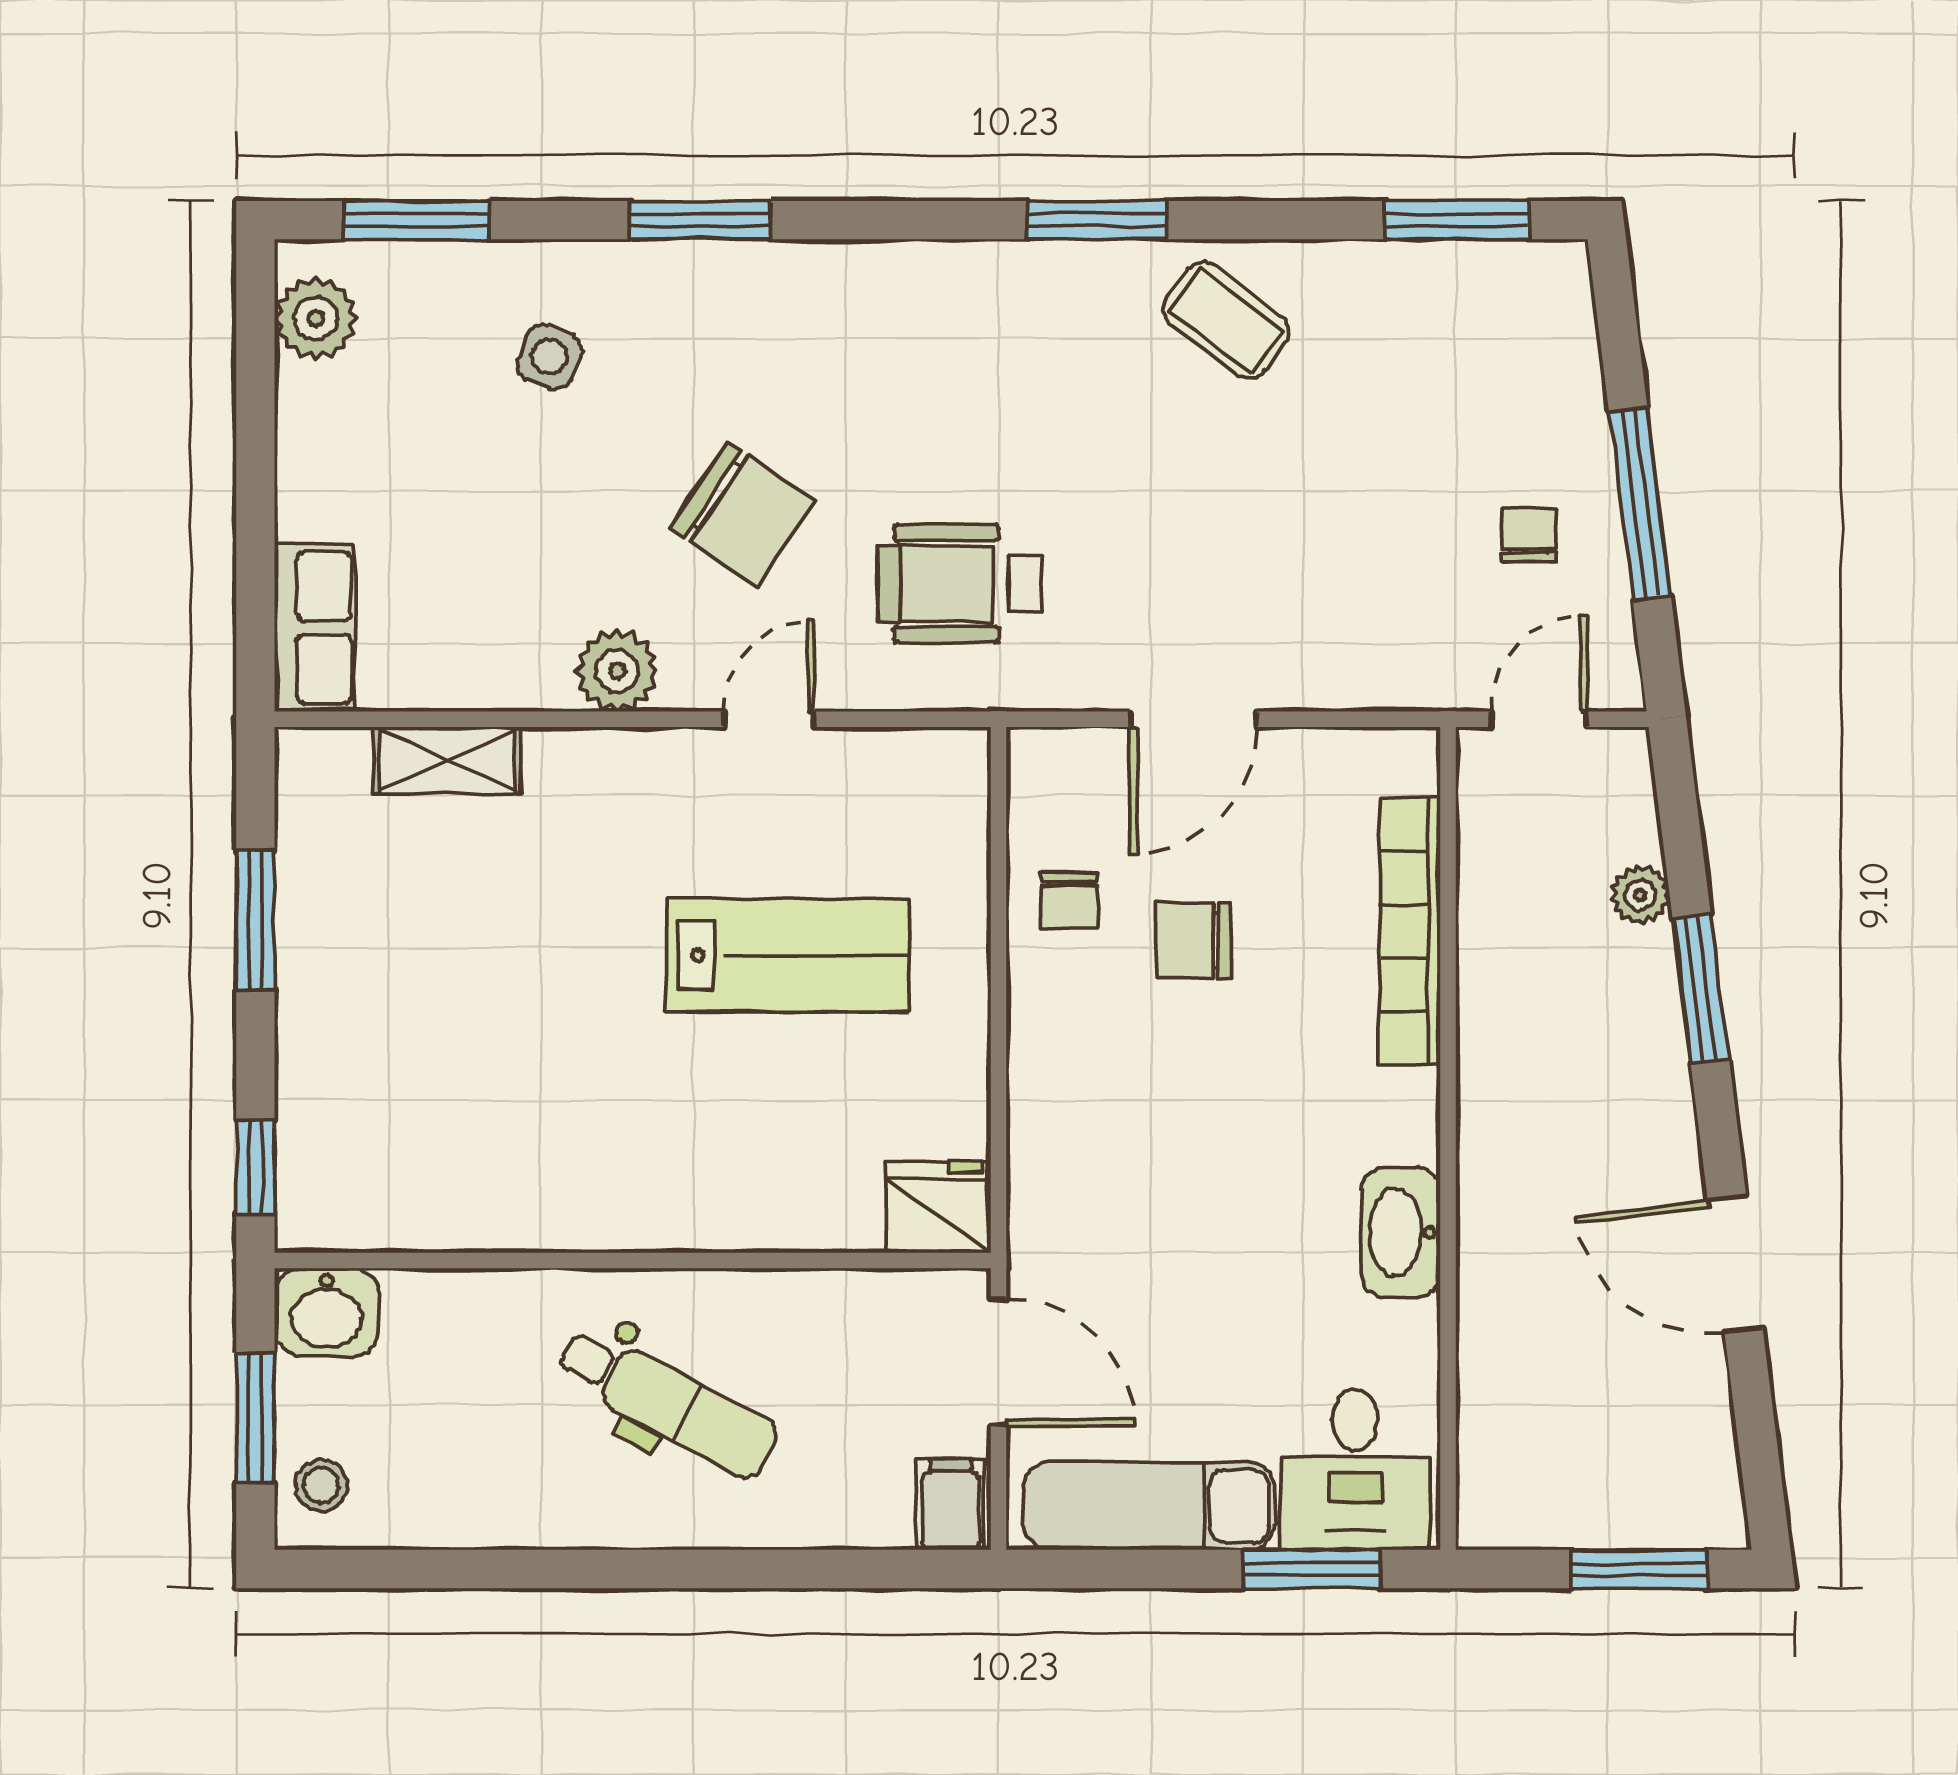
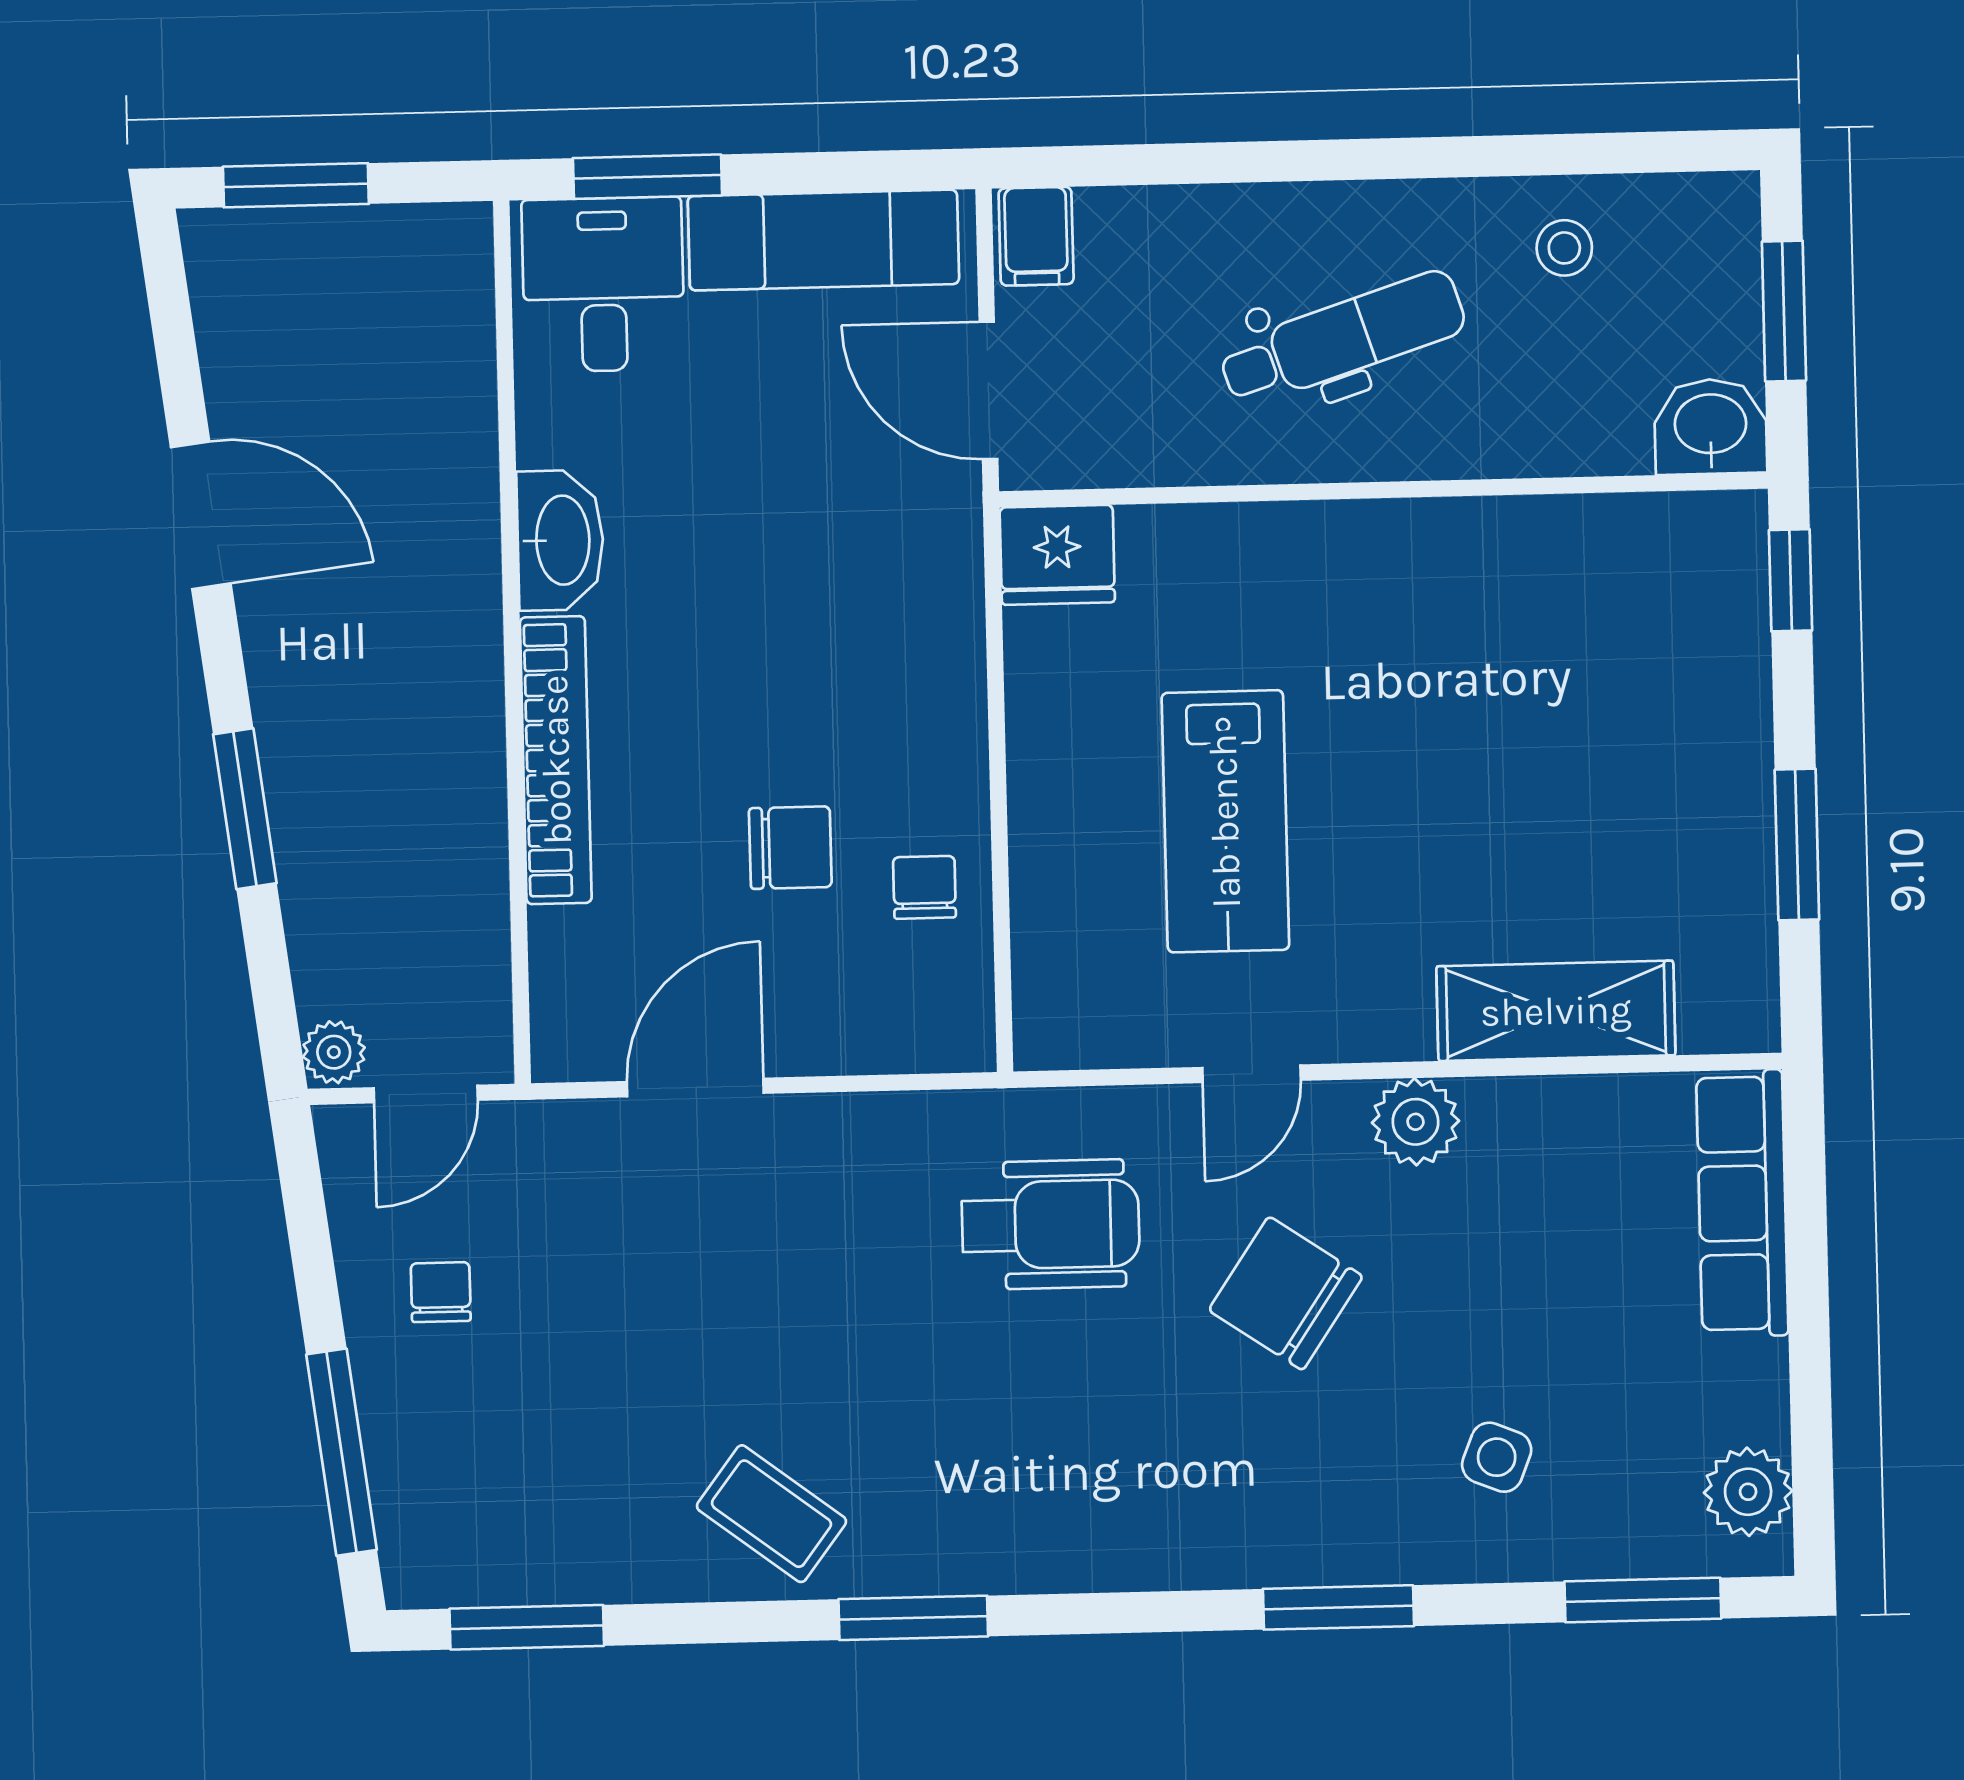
window: (1640, 503) -> (342, 1452), moved
chair: (1529, 534) -> (441, 1292), turned 180
row of seats: (315, 628) -> (1742, 1203), width x1.48
door: (1194, 719) -> (695, 1087), moved
shelving: (447, 760) -> (1556, 1011), width x1.50, depth x1.33
plant: (1640, 895) -> (334, 1052), moved
bookcase: (1410, 931) -> (556, 760), moved
lab bench: (787, 955) -> (1225, 821), turned -90
dental chair: (668, 1402) -> (1342, 339), turned 134
stool: (321, 1485) -> (1564, 248), moved

